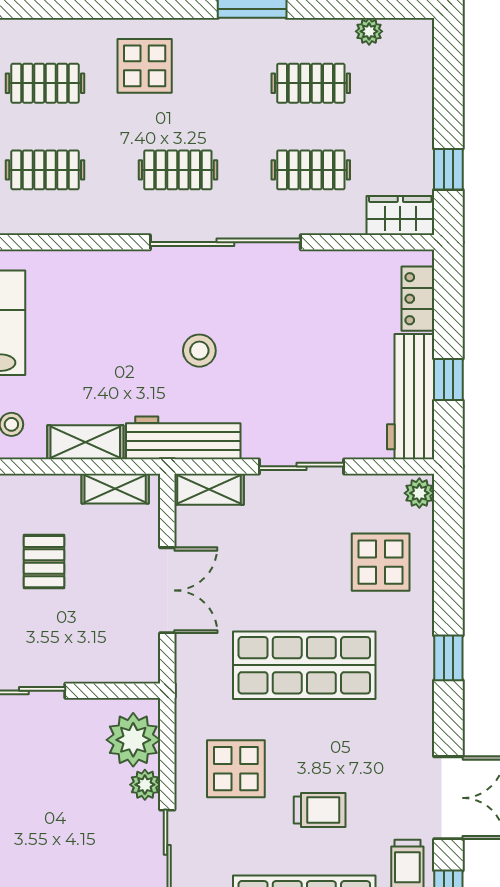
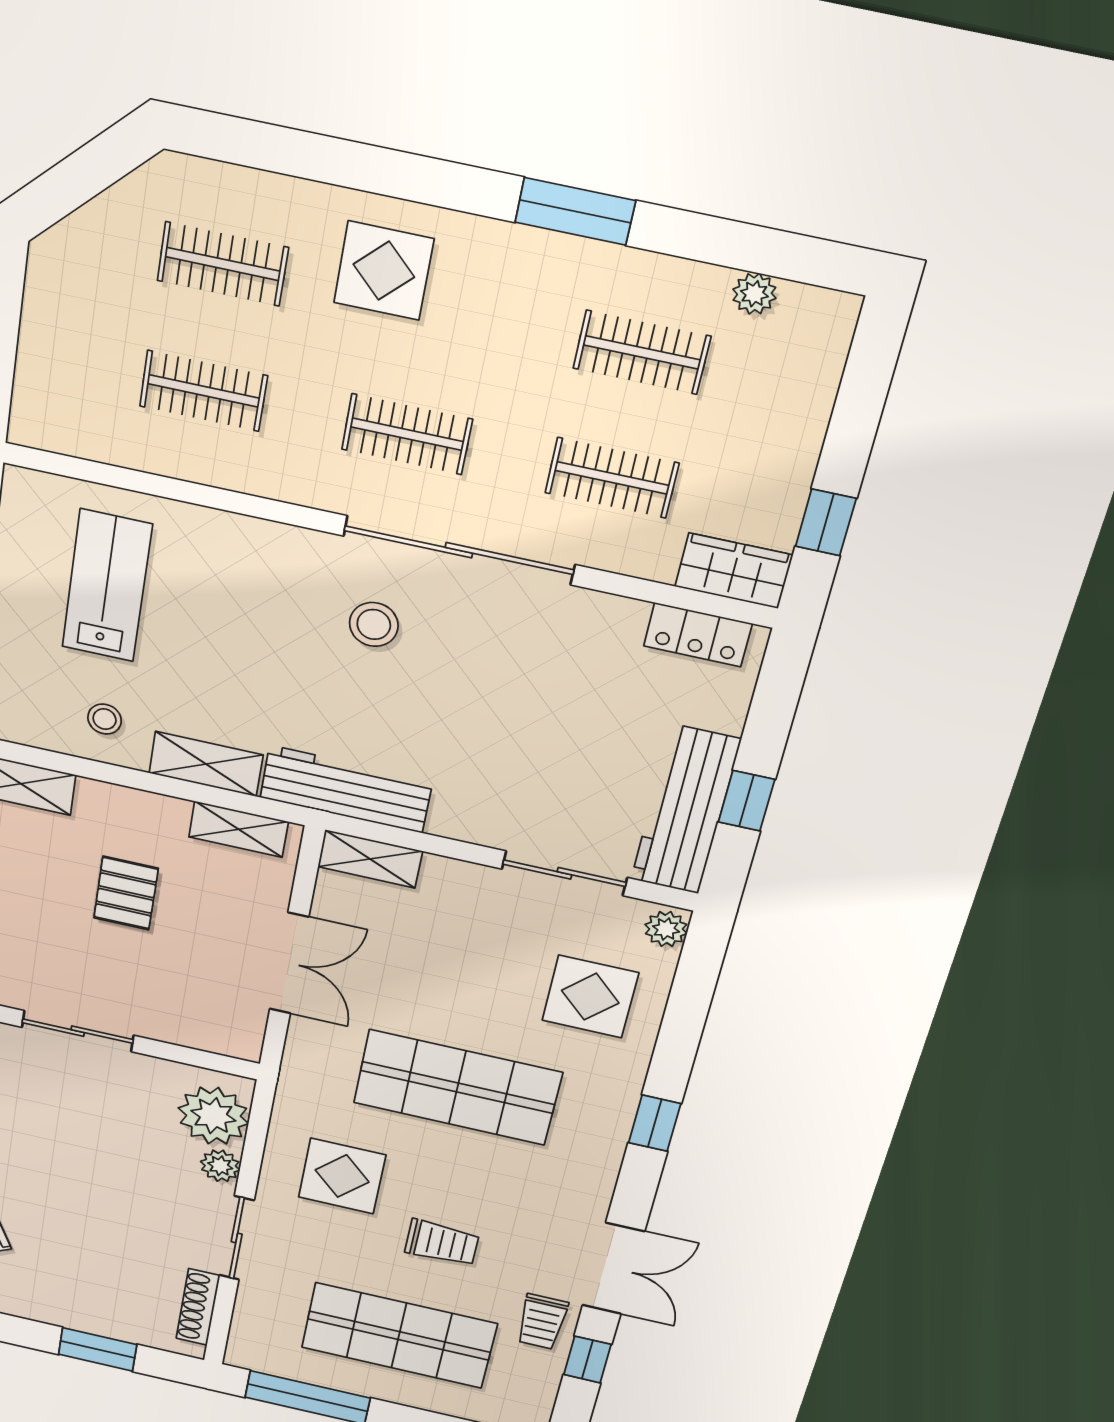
locker: (418, 299) -> (698, 635), moved, turned -90
stool: (199, 351) -> (374, 624), moved
sliding door: (301, 466) -> (564, 873), moved

